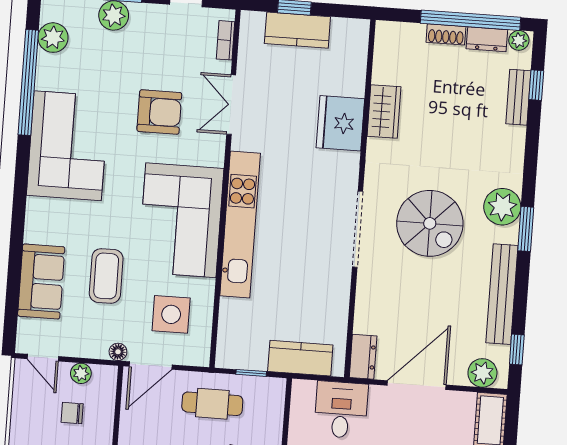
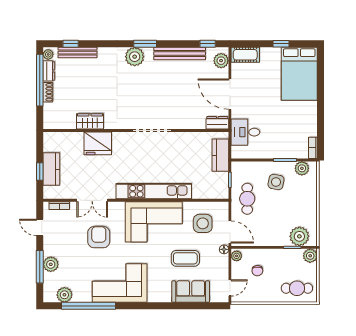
bench: (518, 97) -> (78, 53), width x1.36
spiral stairs: (430, 223) -> (146, 93), removed
plant: (81, 373) -> (237, 256), moved

